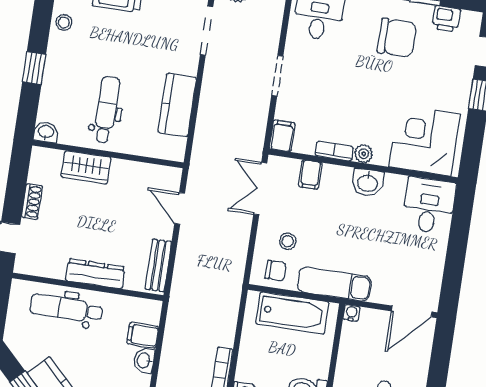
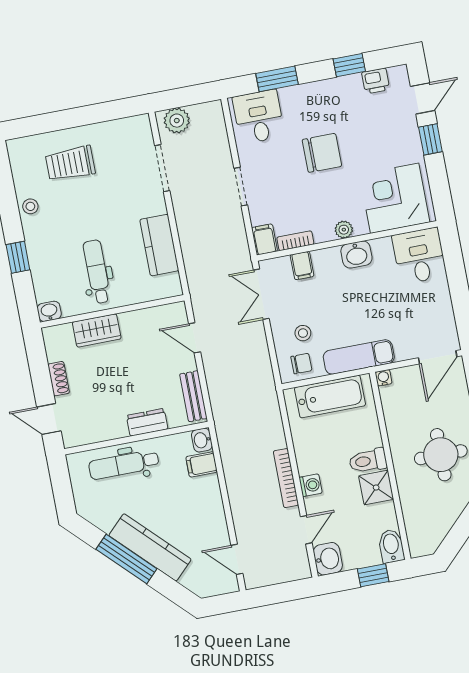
chair: (397, 38) -> (322, 153), moved
bookcase: (334, 151) -> (295, 241), moved
dresser: (95, 274) -> (147, 422), width x0.70
washbasin: (144, 360) -> (202, 440), moved

